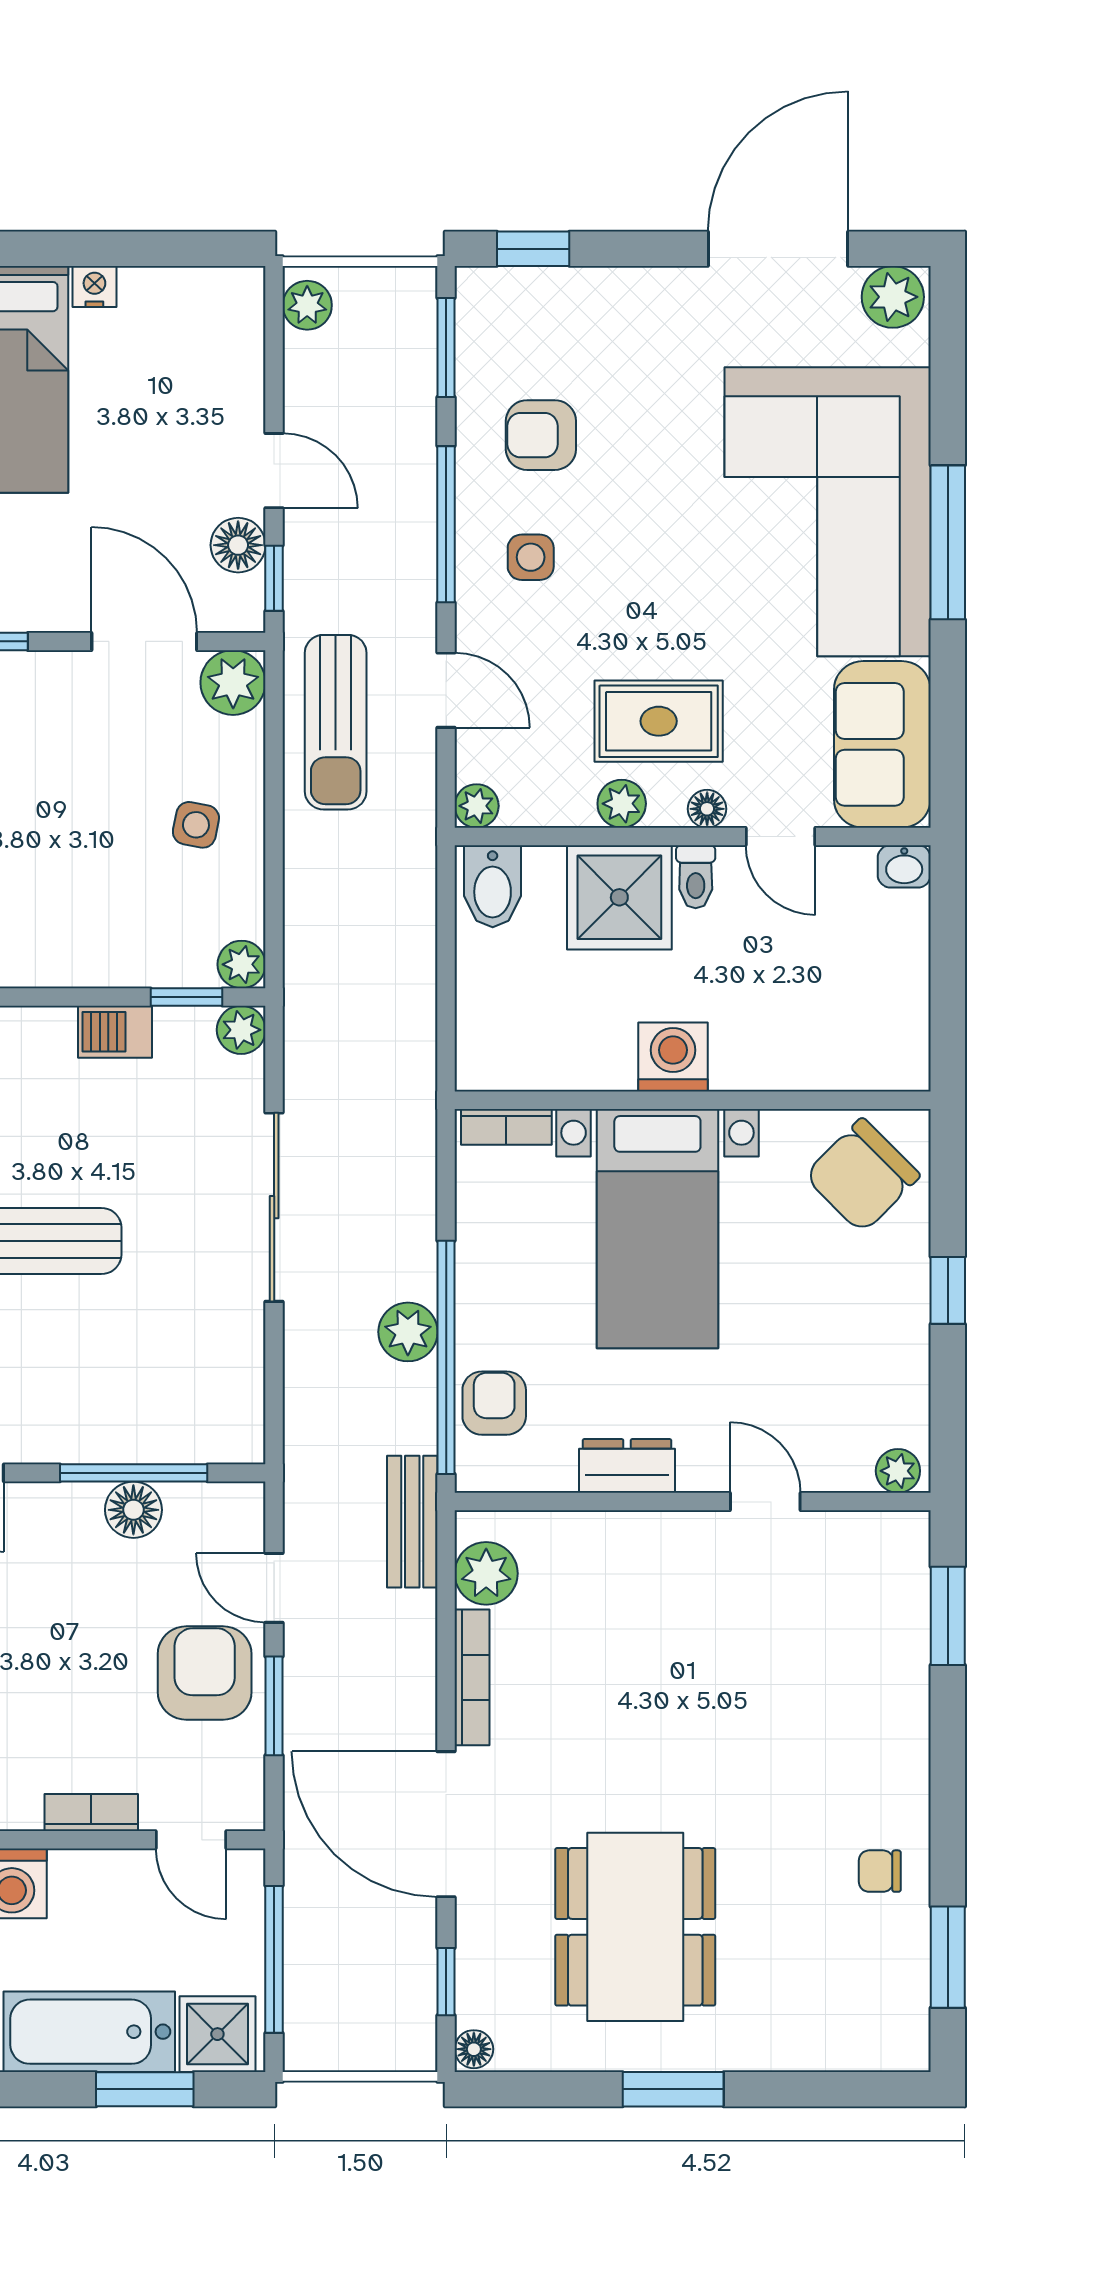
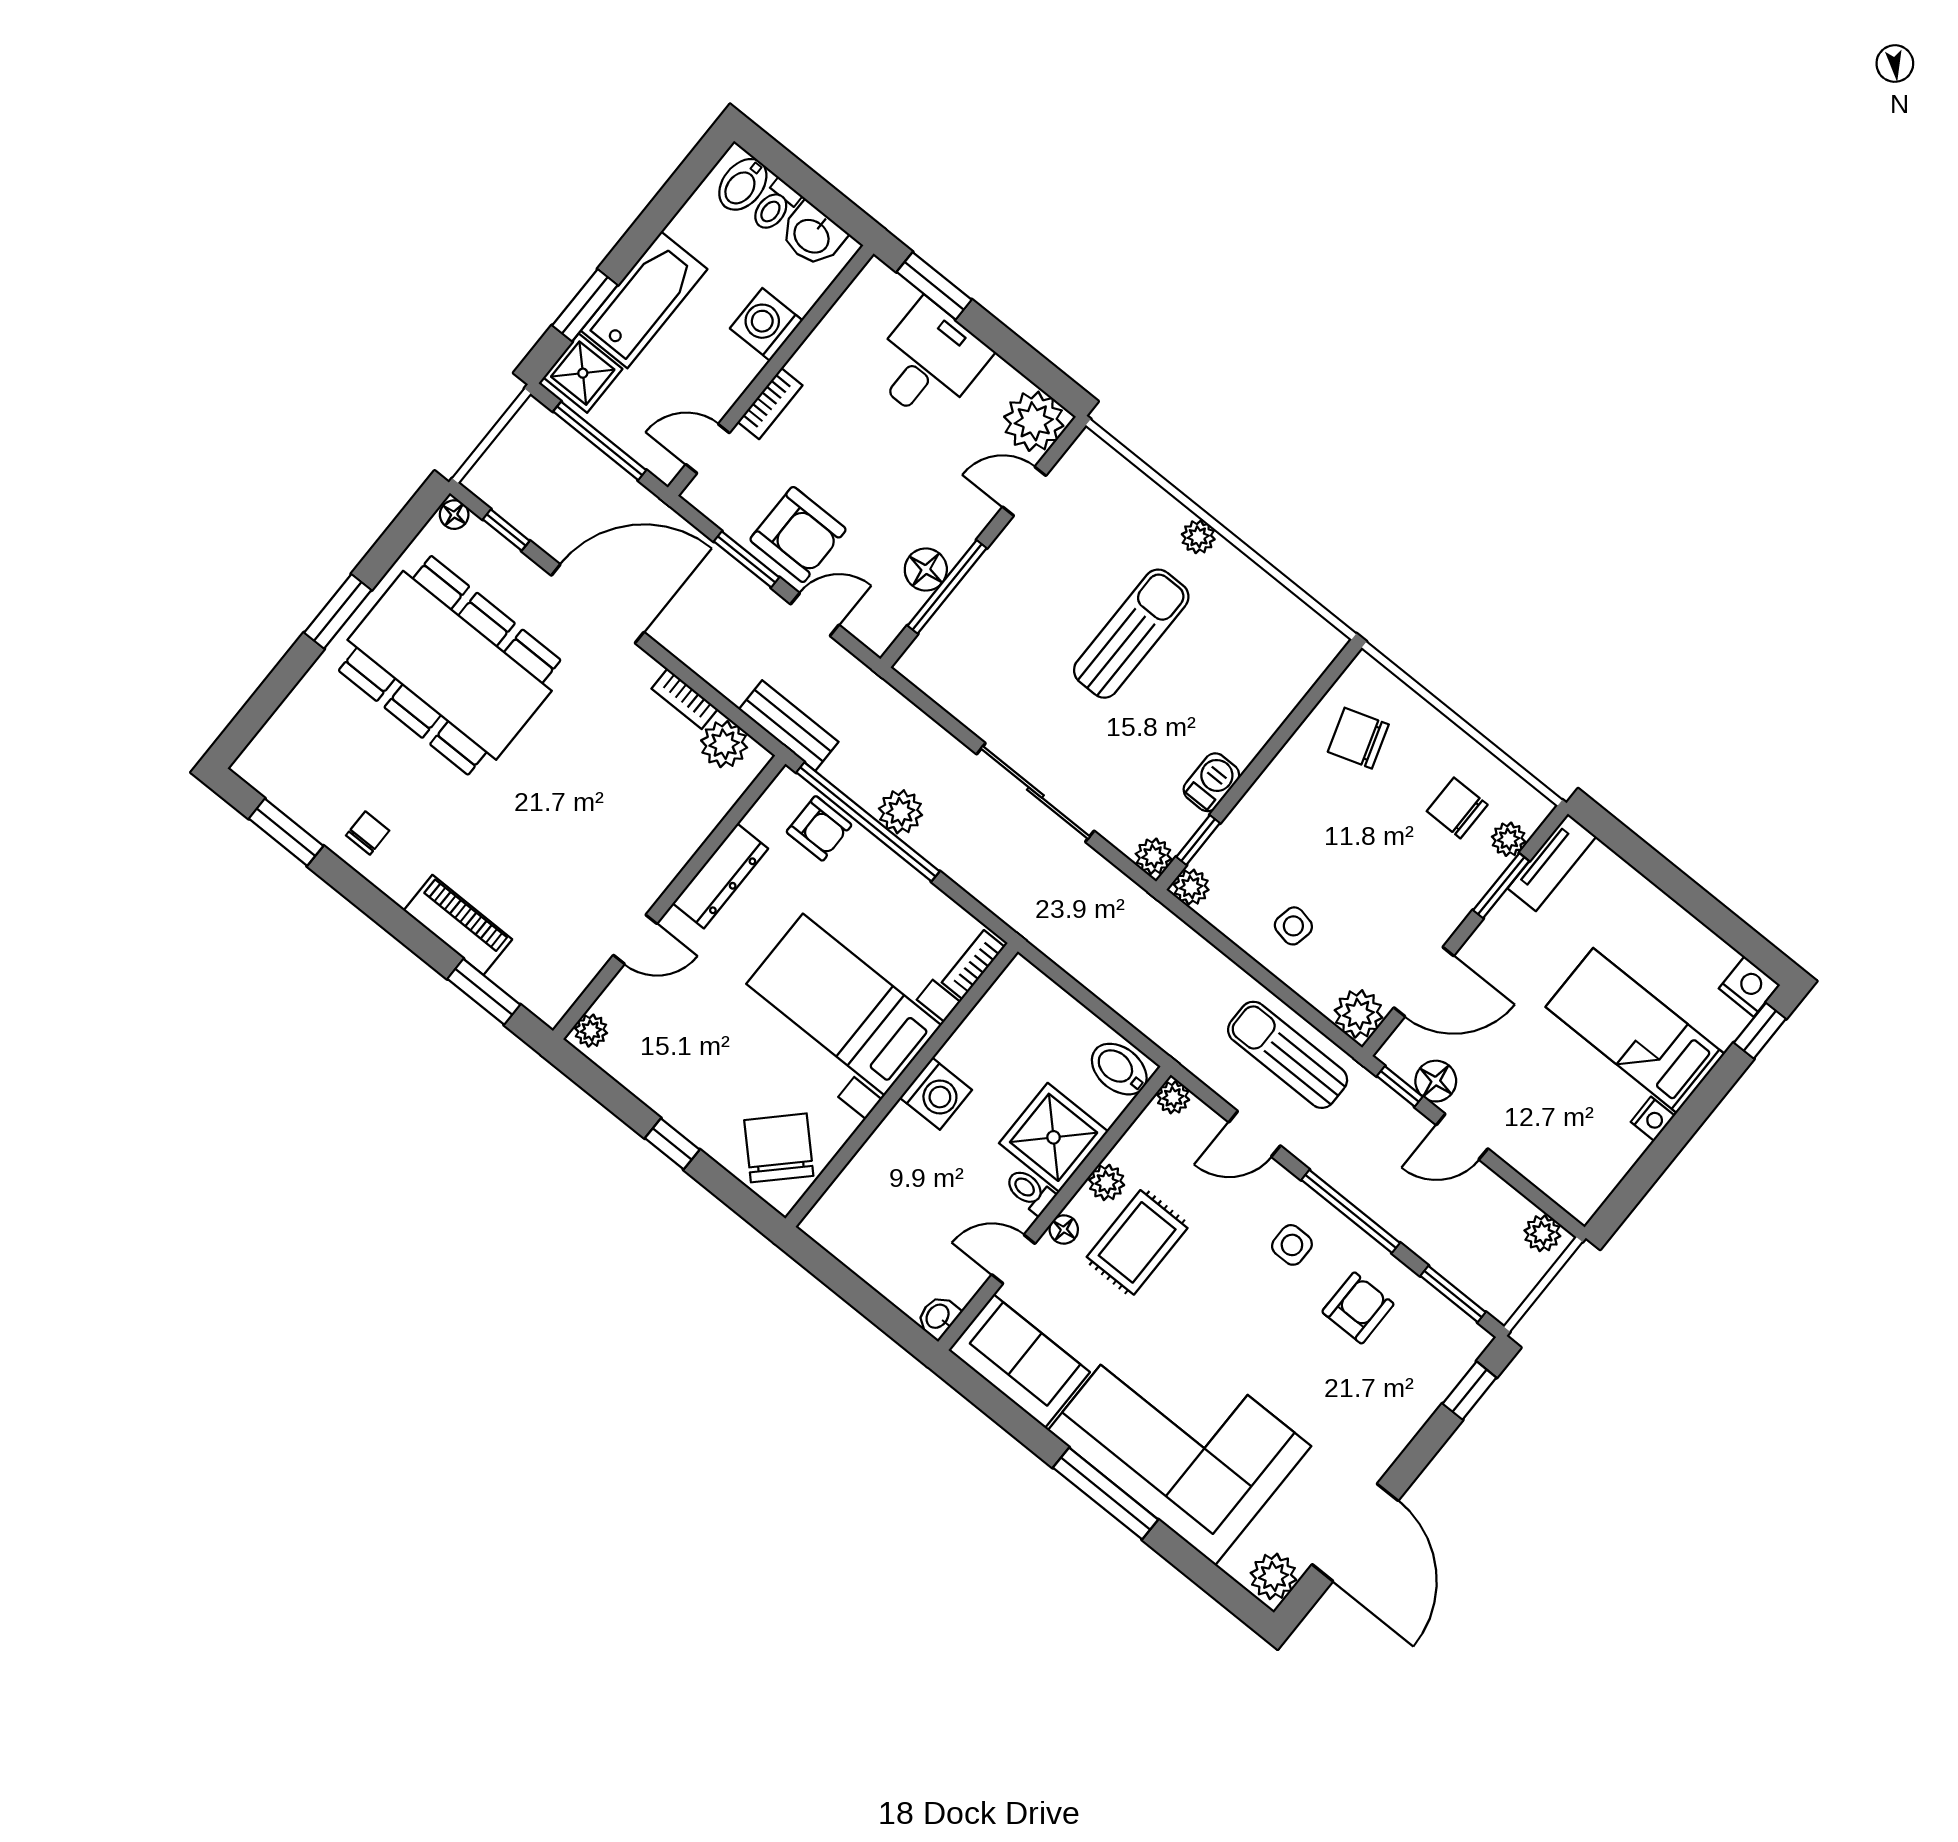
dresser: (627, 1466) -> (720, 876), width x1.44
bookcase: (472, 1677) -> (685, 699), width x0.64
piano: (900, 1699) -> (458, 925), added
dining table: (635, 1927) -> (450, 665), width x1.36, depth x1.24

